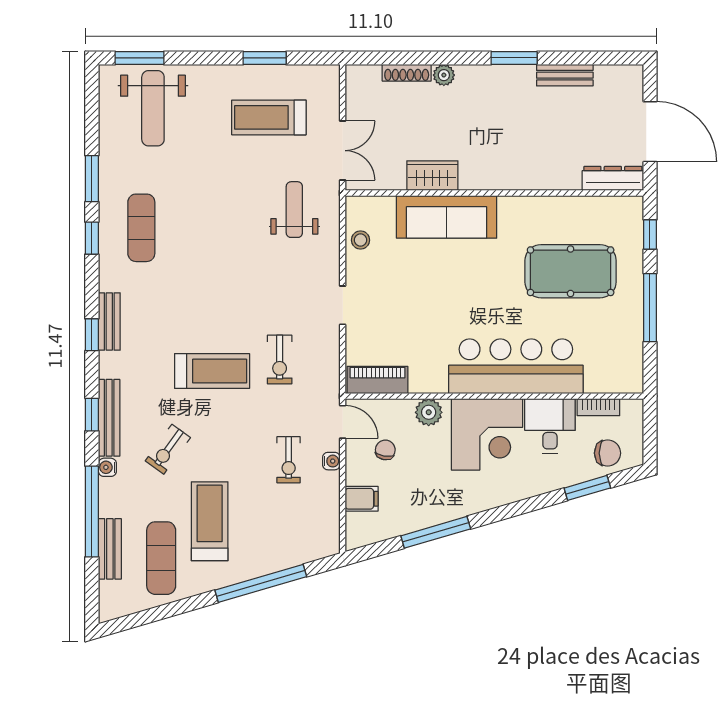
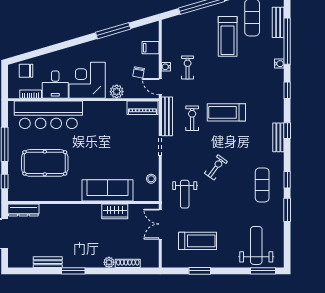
bar counter: (516, 366) -> (48, 115), moved
bench: (109, 418) -> (167, 116), moved
exercise bike: (168, 449) -> (216, 167), moved
window: (587, 488) -> (36, 53), removed

